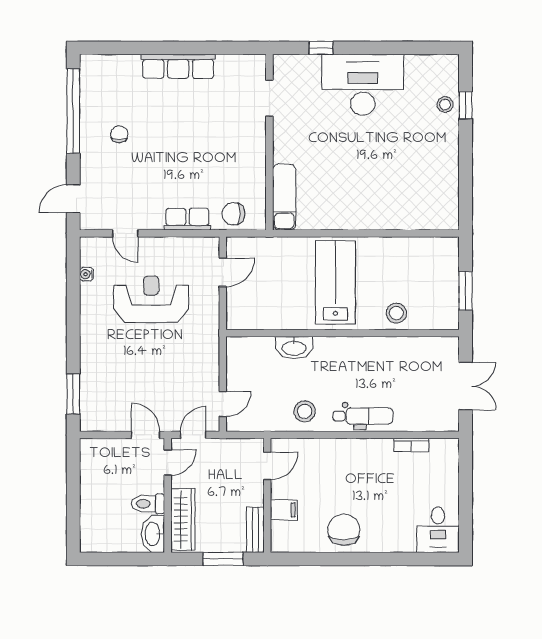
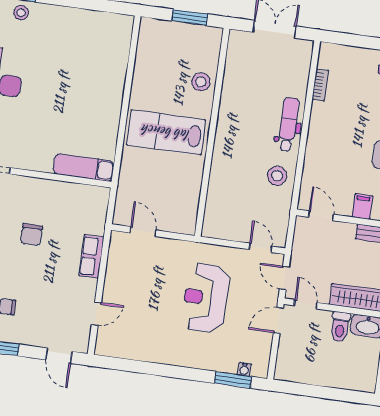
chair: (233, 214) -> (32, 234), moved
water cooler: (87, 274) -> (244, 369), moved
reception desk: (151, 299) -> (206, 298), moved
washbasin: (294, 348) -> (219, 177), removed

